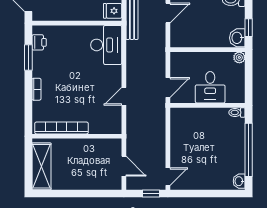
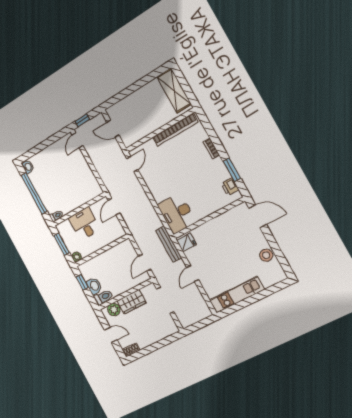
washbasin: (237, 38) -> (94, 286), moved
window: (249, 80) -> (62, 244), added
door: (124, 96) -> (132, 164), moved

